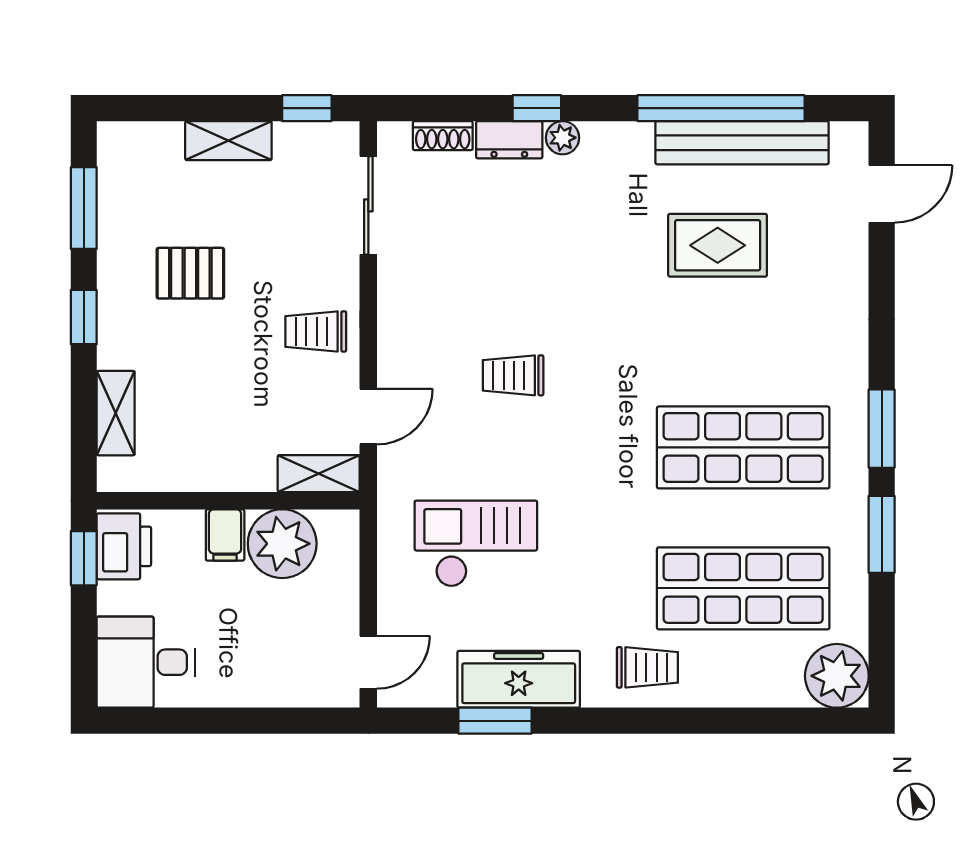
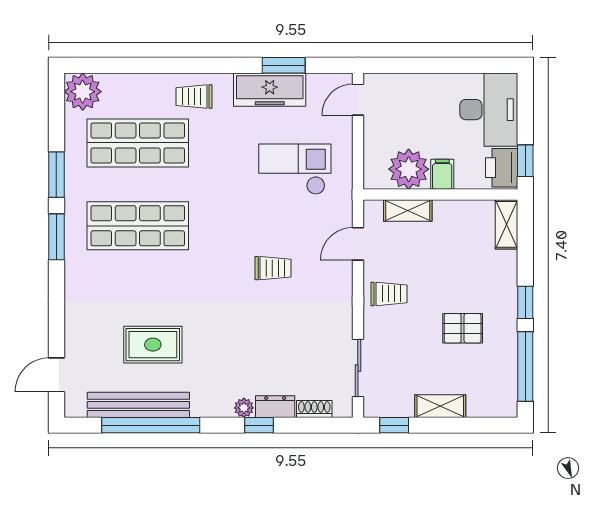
window: (84, 208) -> (525, 366), width x1.44
shelving: (116, 413) -> (506, 224), moved
shelving: (319, 474) -> (408, 210), moved
checkout: (476, 544) -> (295, 169), turned 180
desk: (146, 662) -> (489, 110), width x1.37

